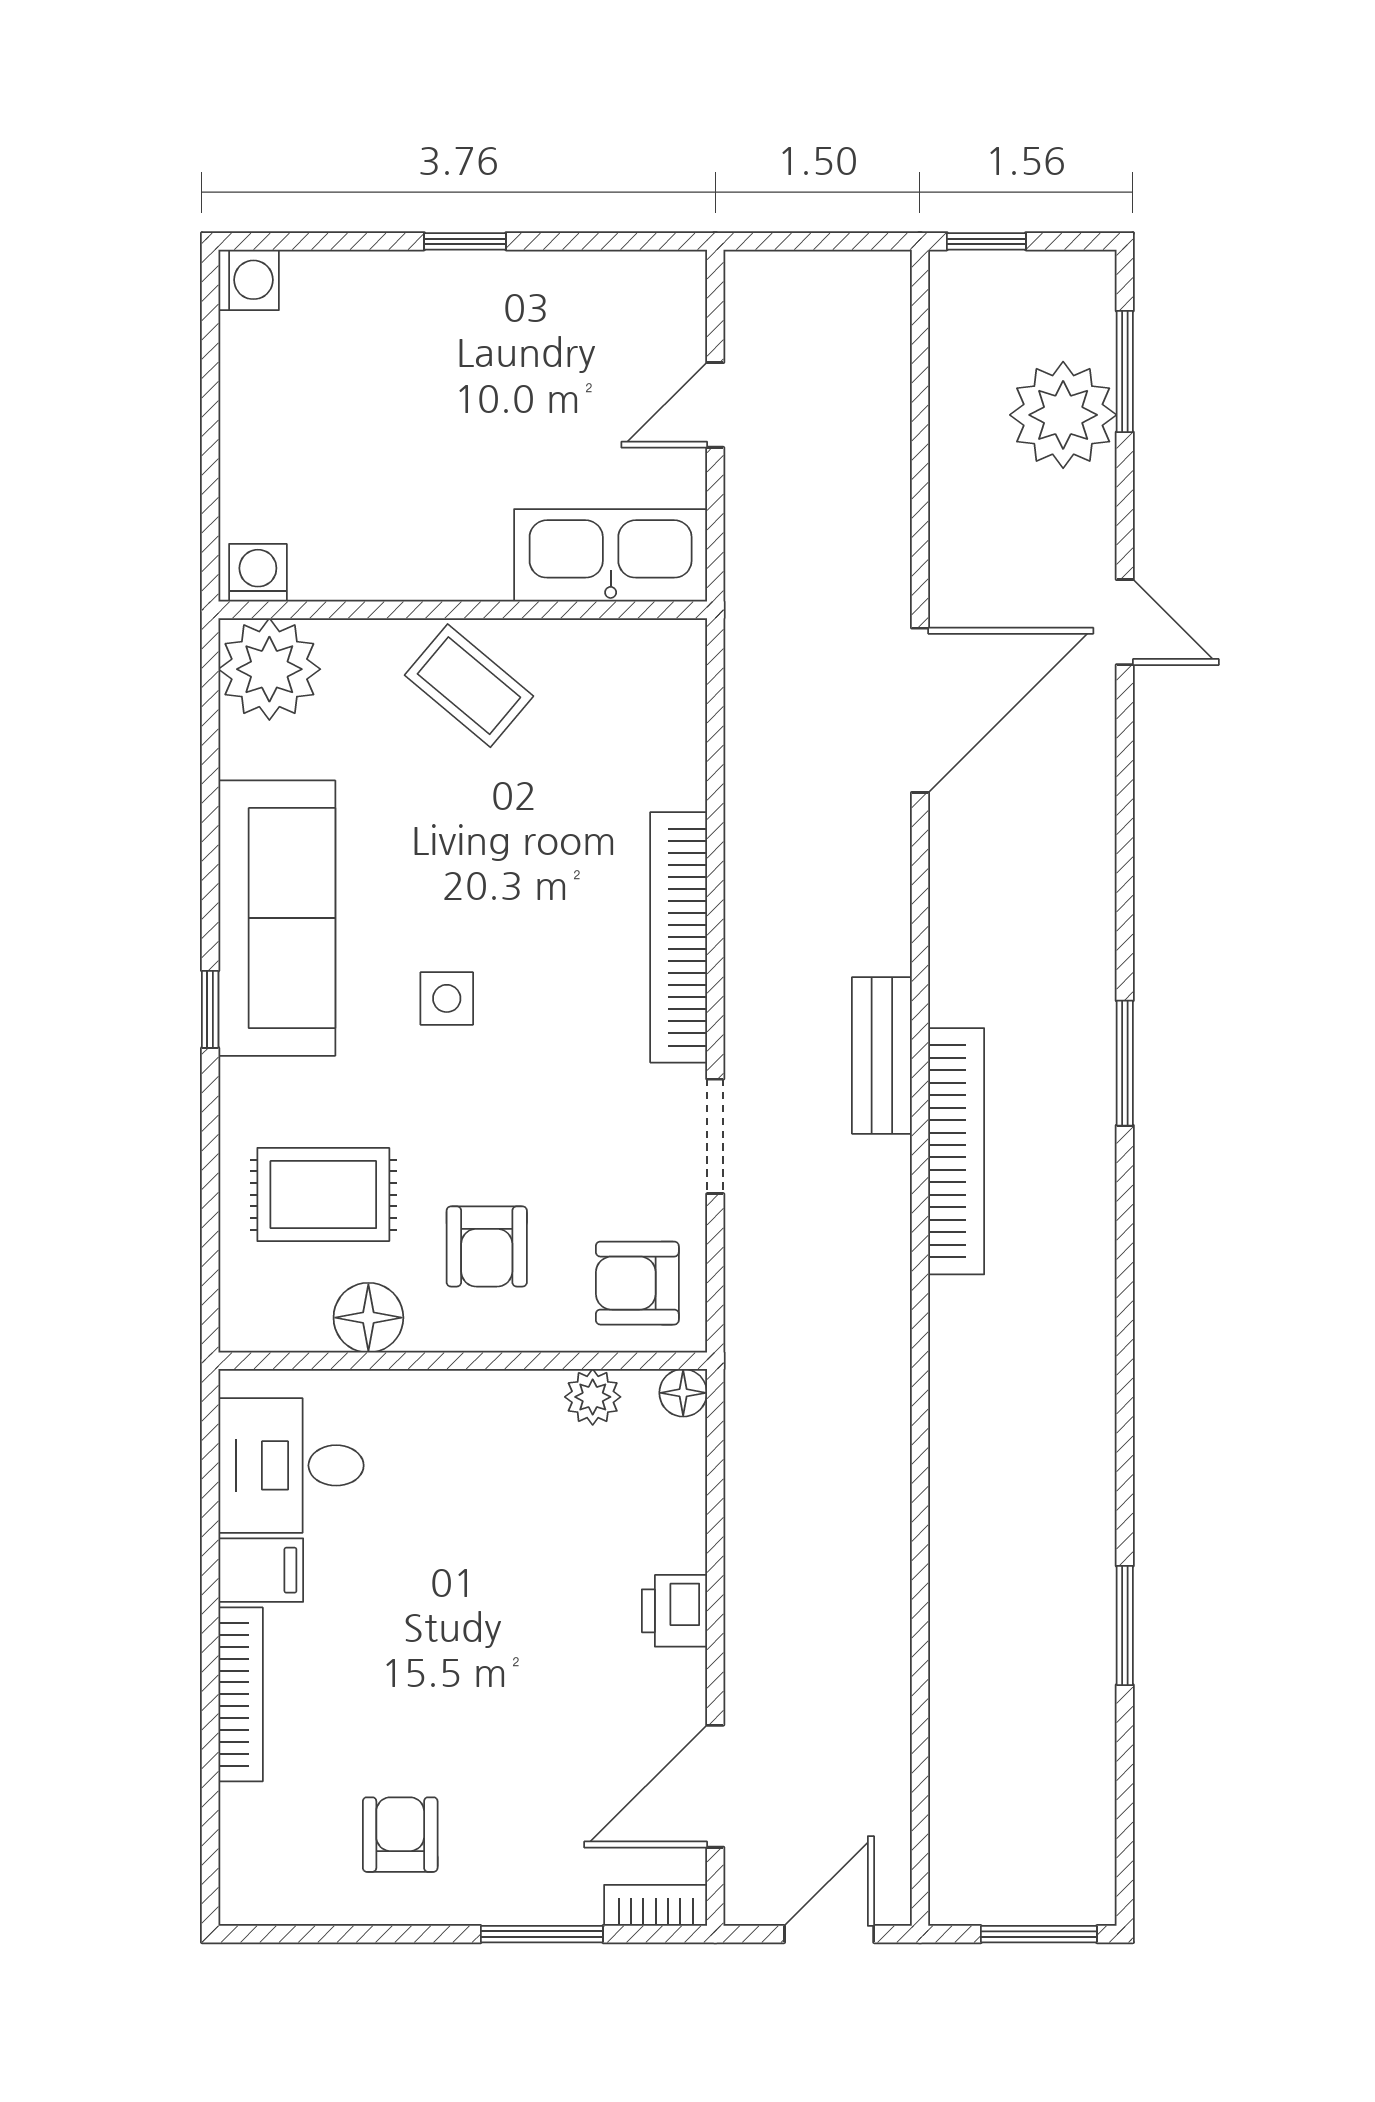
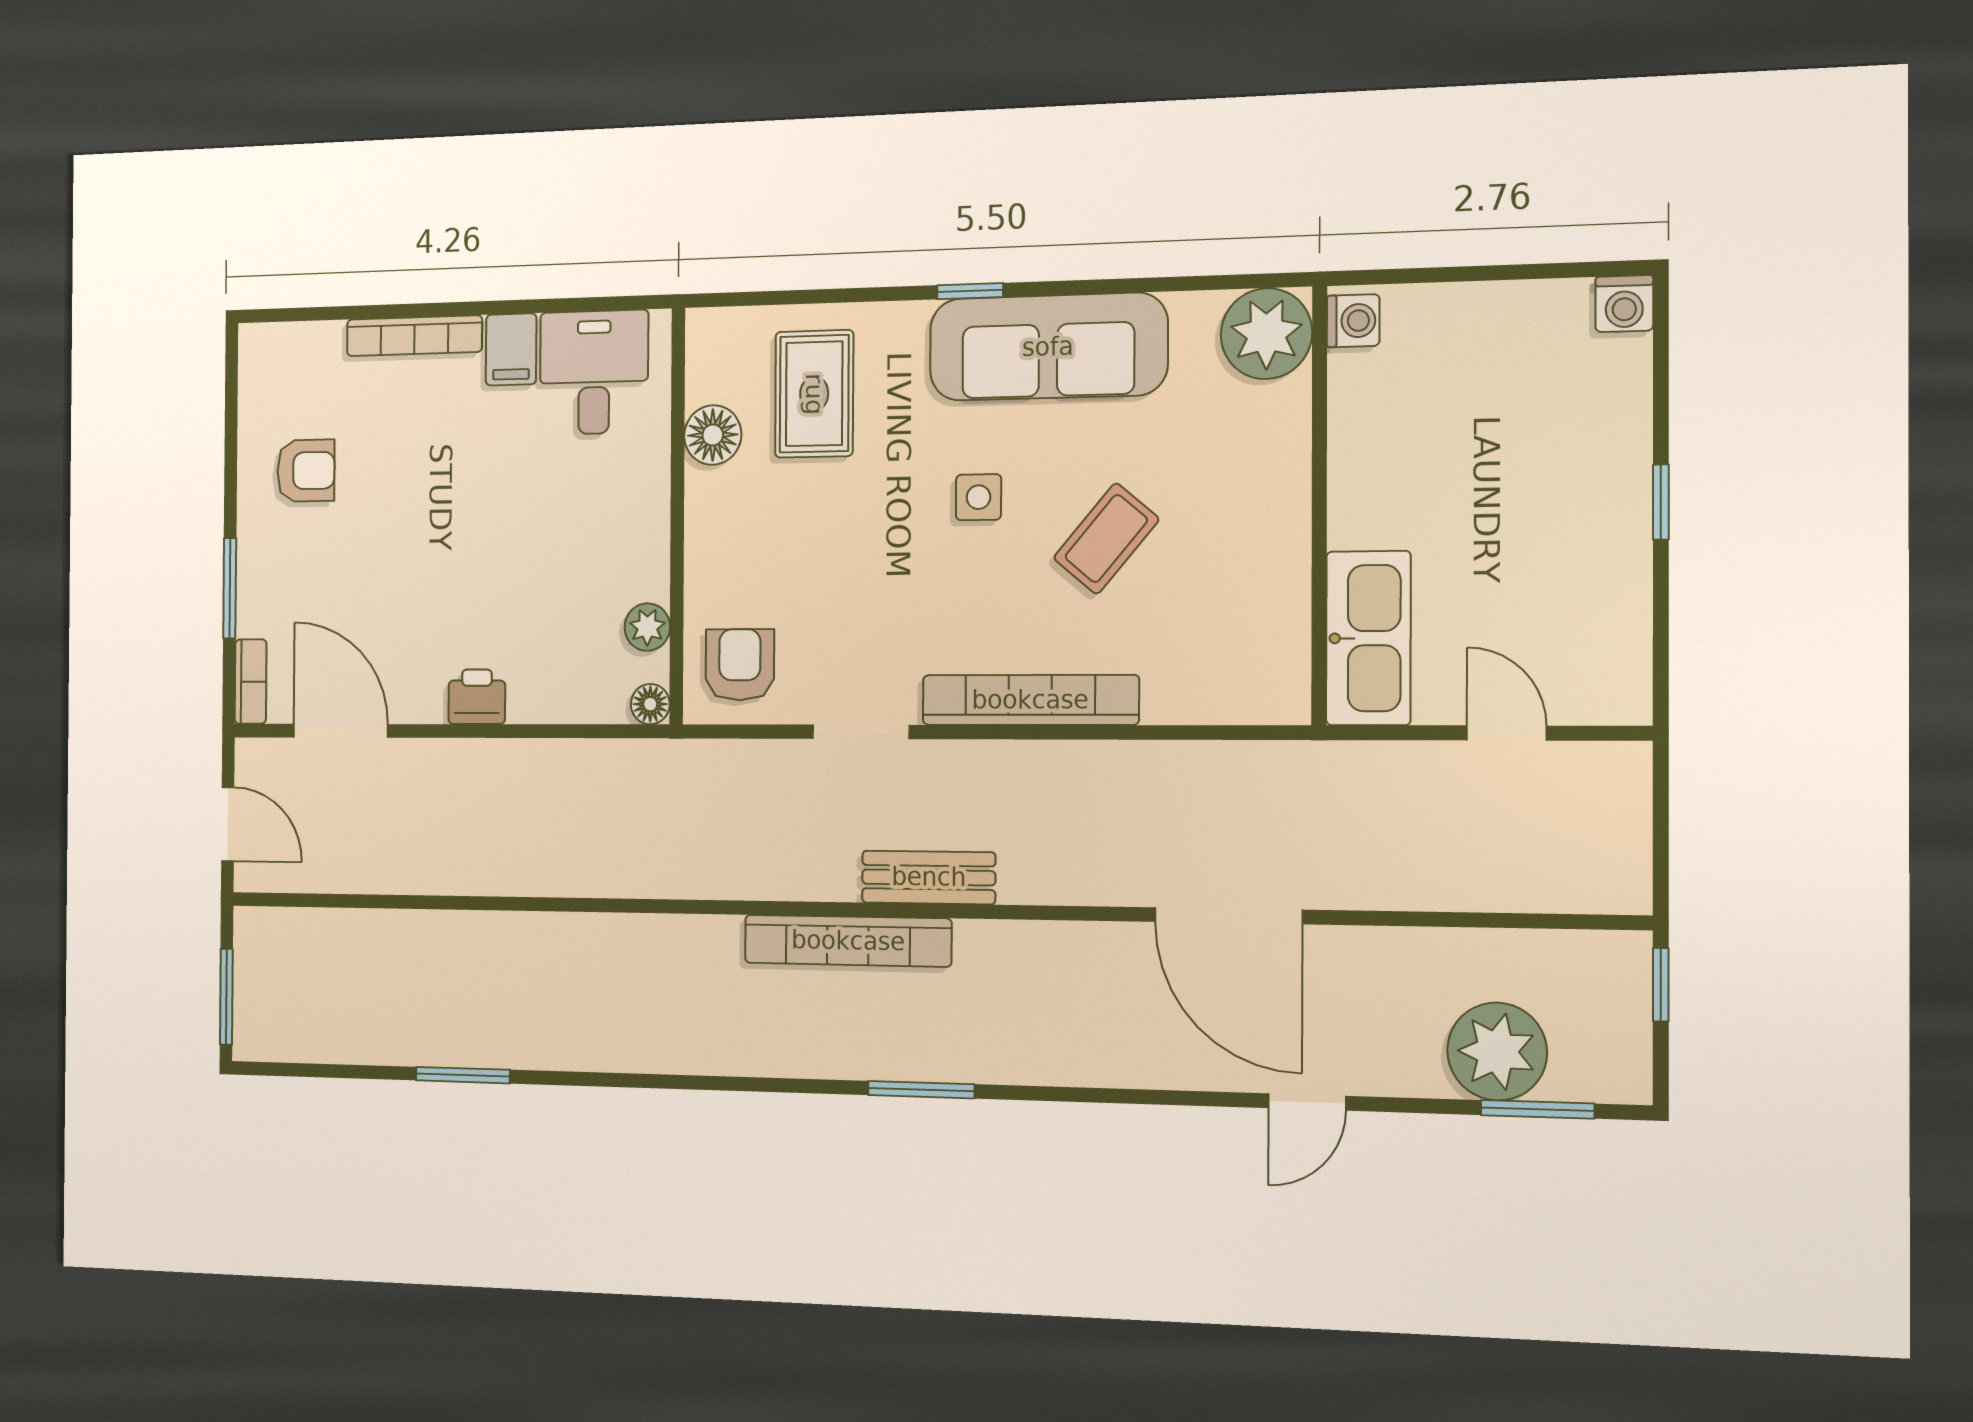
coffee table: (469, 686) -> (1106, 539), moved
armchair: (487, 1246) -> (771, 535), removed

